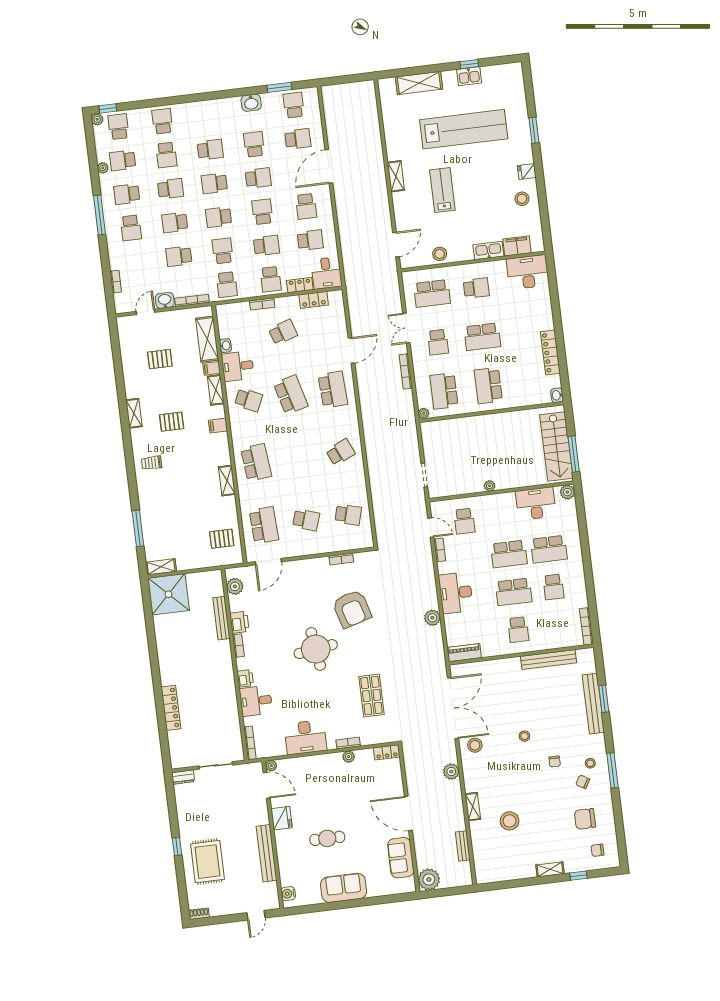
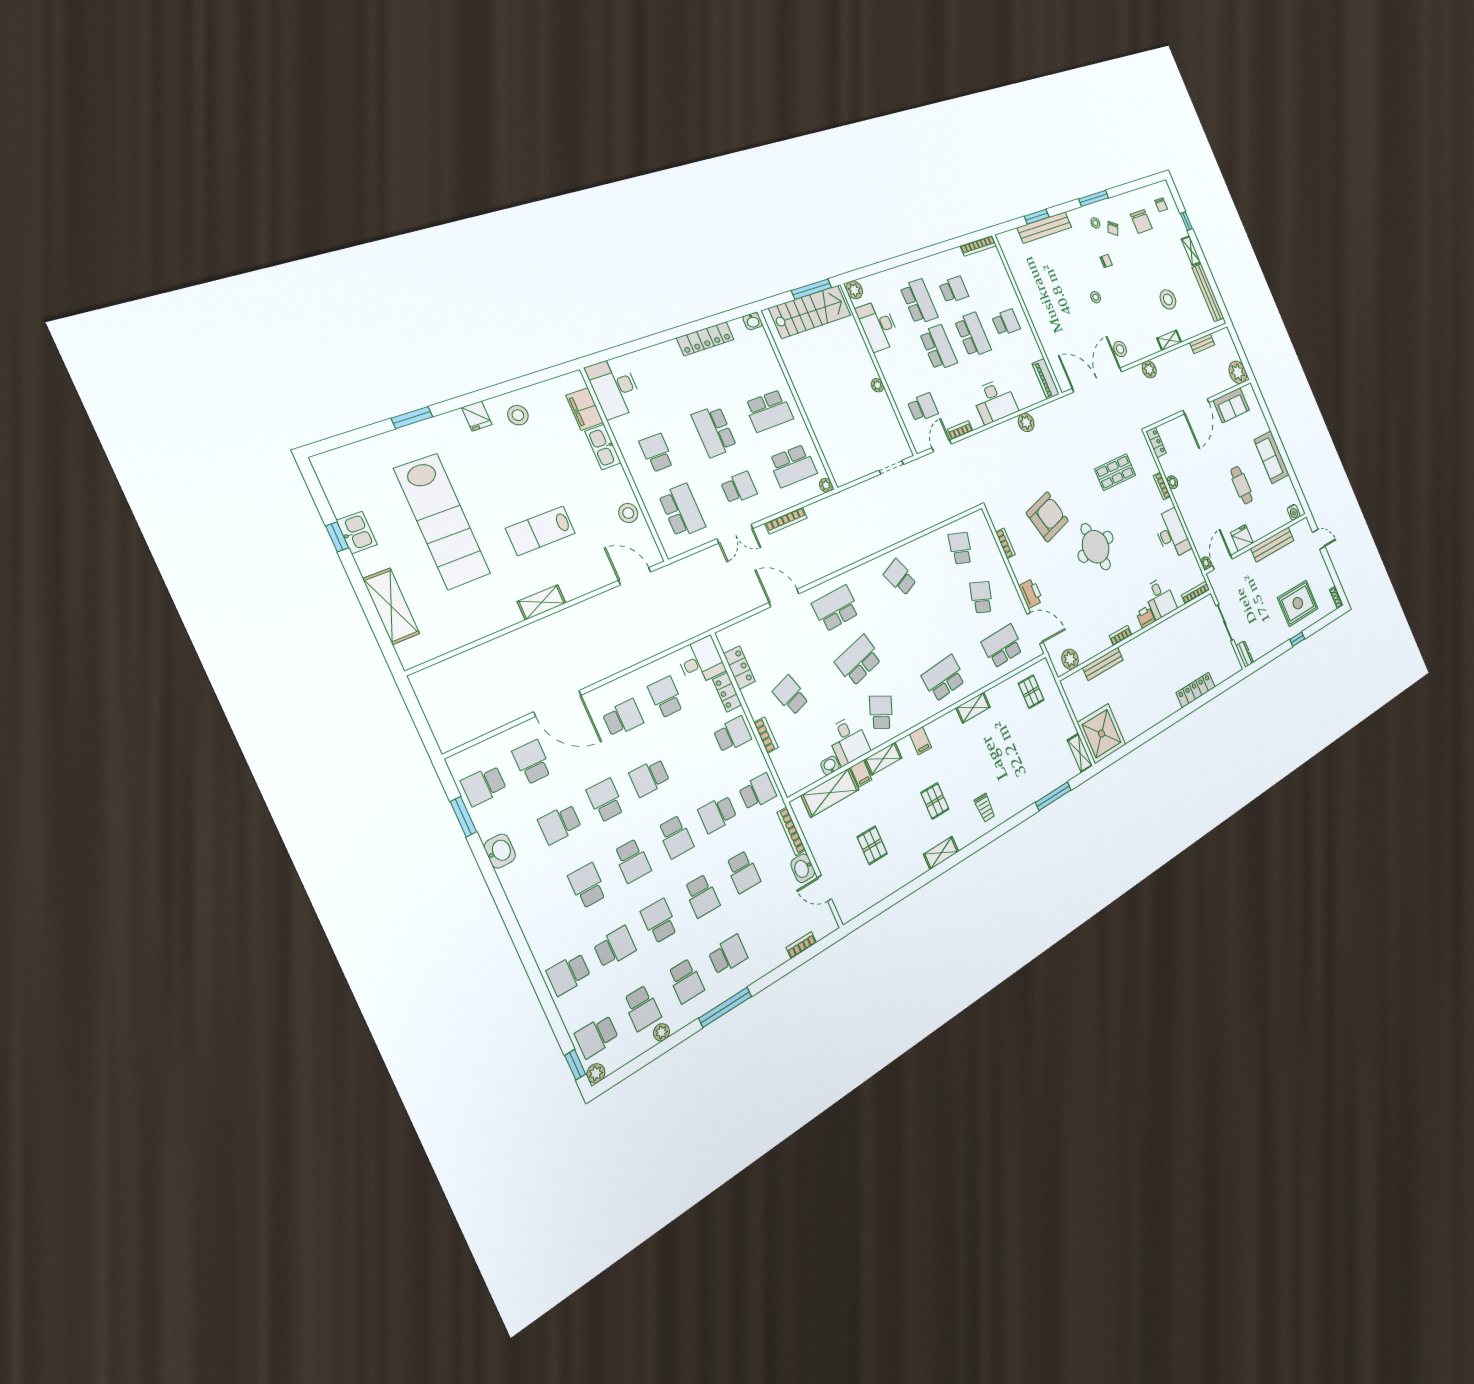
lab bench: (464, 129) -> (442, 521), turned 180
school desk: (266, 245) -> (692, 756), removed
school desk: (482, 337) -> (714, 431), turned 180
printer: (239, 622) -> (1031, 593), moved, turned 90
bench: (548, 659) -> (1208, 293), moved

